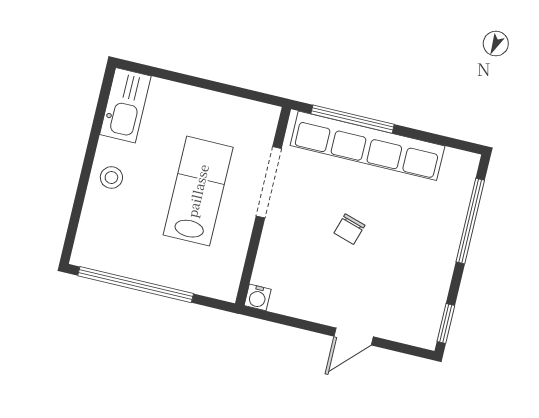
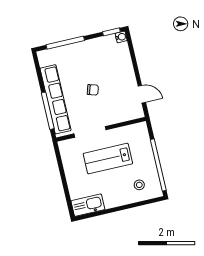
stool: (111, 178) -> (139, 185), moved
water cooler: (258, 297) -> (121, 37), moved
door: (354, 337) -> (142, 94), moved

